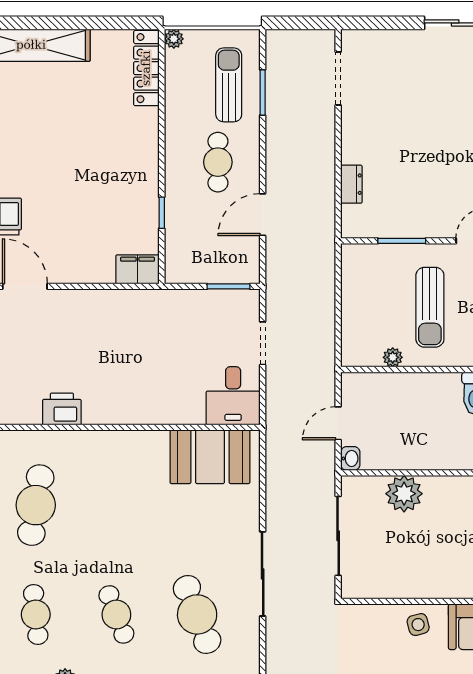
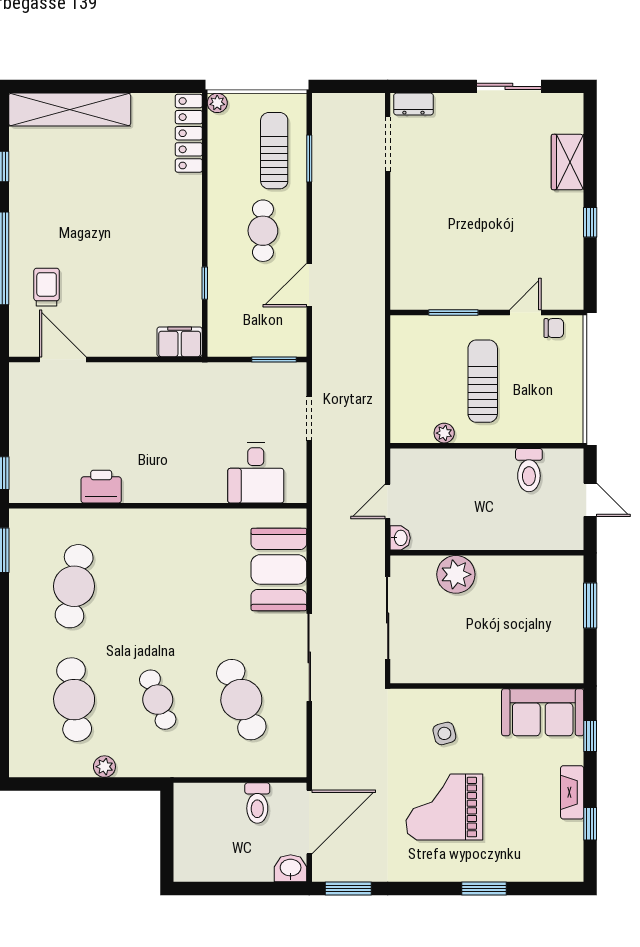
dresser: (351, 184) -> (413, 104), moved, turned 90
sun lounger: (430, 307) -> (483, 381), turned 180
desk: (233, 396) -> (256, 473), moved
booth: (210, 457) -> (279, 569), moved, turned 90
cafe table: (36, 614) -> (74, 700), width x1.37, depth x1.35
side table: (418, 625) -> (444, 733), moved

